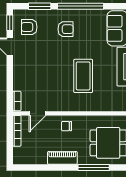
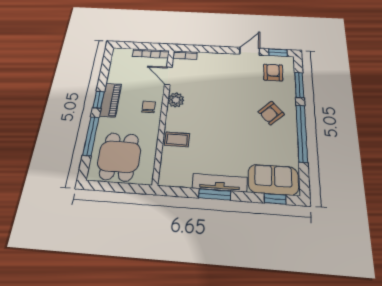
armchair: (66, 29) -> (271, 113), turned 48
coffee table: (83, 76) -> (177, 139), moved, width x0.54, depth x0.58
plant: (59, 105) -> (176, 100), added
window: (63, 168) -> (99, 100), added

